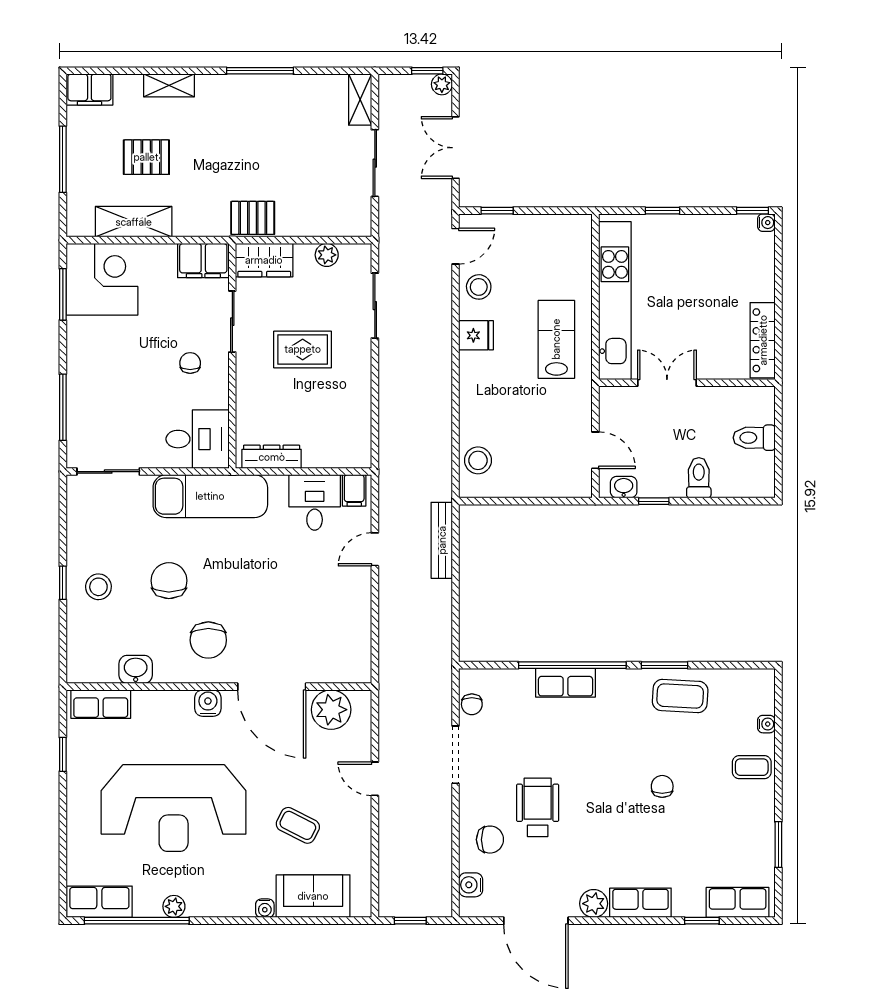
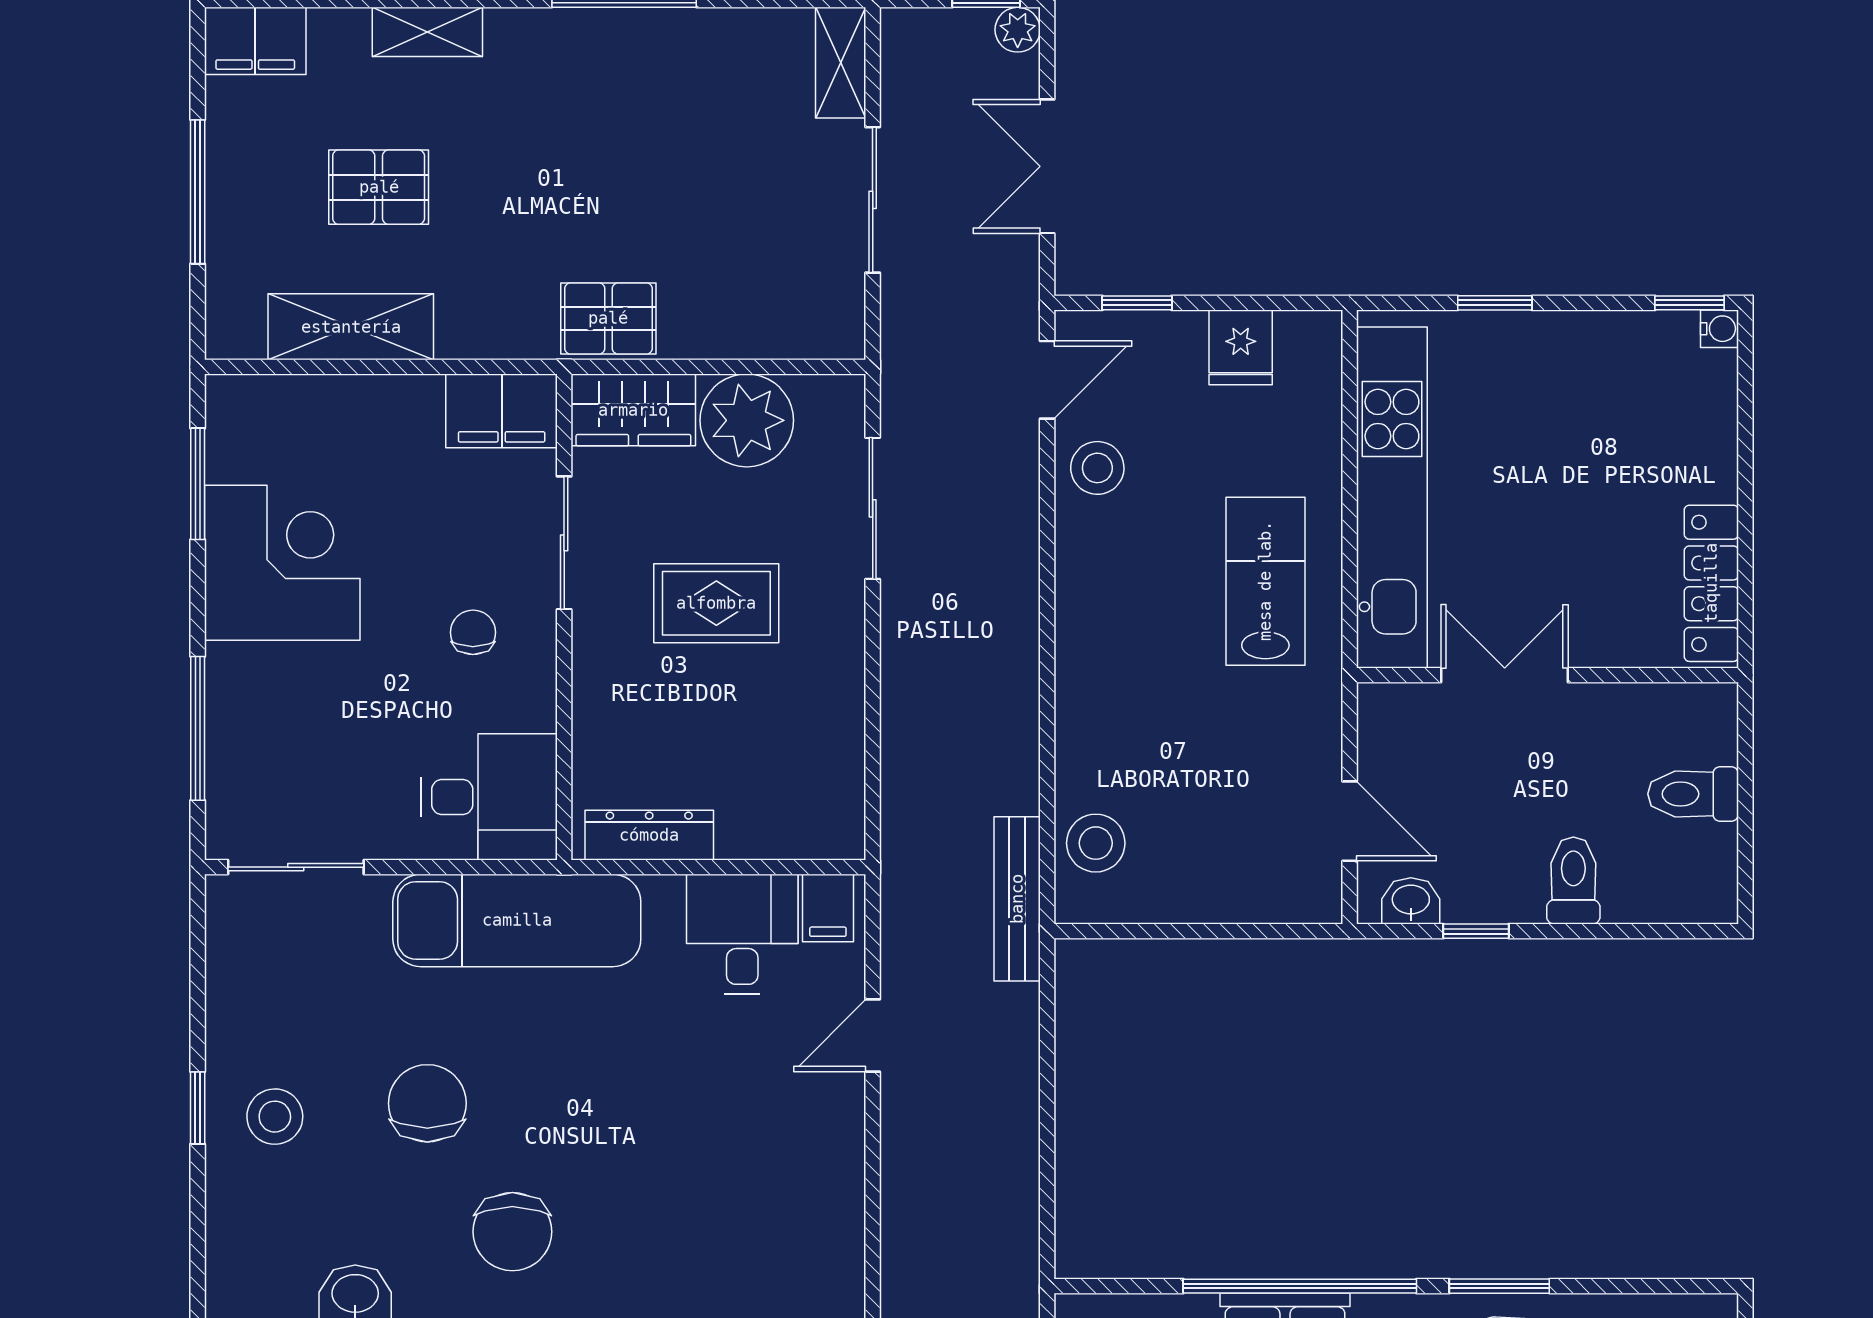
plant: (327, 255) -> (747, 420), width x1.88, depth x1.88
corner desk: (102, 279) -> (282, 563), moved
fridge: (476, 335) -> (1241, 347), moved, turned 90
bench: (442, 540) -> (1017, 899), moved

